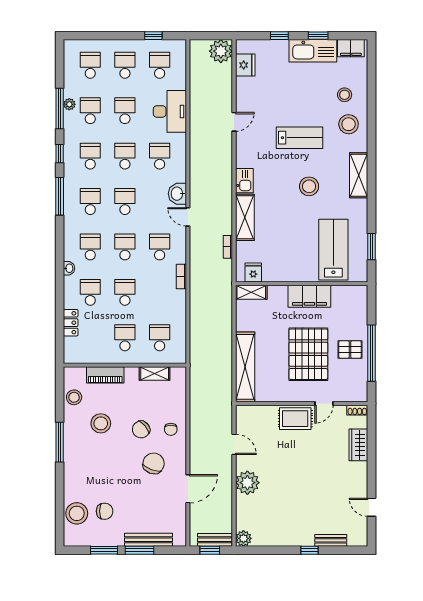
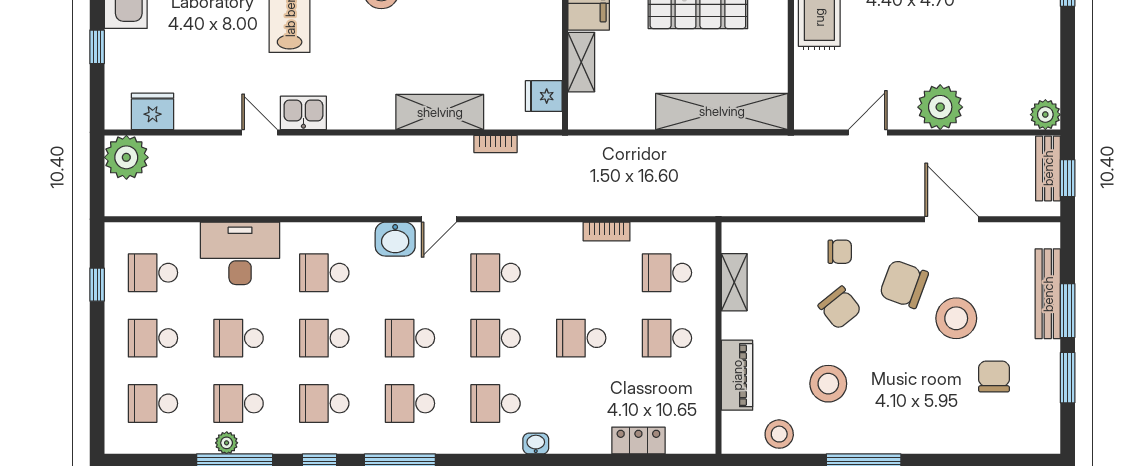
kitchen sink: (244, 181) -> (303, 113), moved
bookcase: (181, 276) -> (607, 232), moved
school desk: (90, 292) -> (581, 403), removed
shelving: (251, 292) -> (581, 62), moved
stool: (77, 513) -> (956, 318), moved

